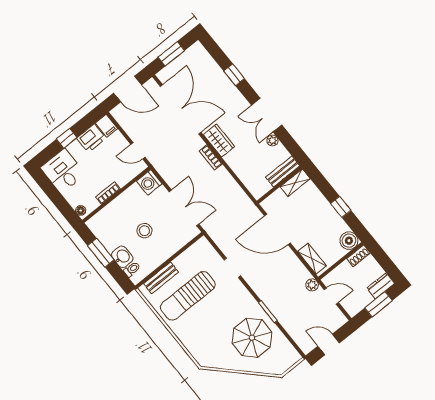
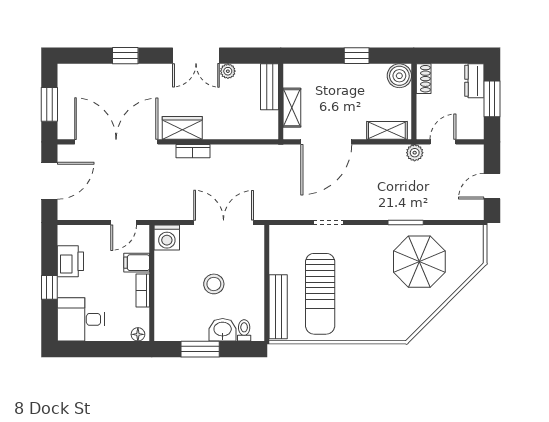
filing cabinet: (106, 126) -> (137, 263), moved, turned 180
shelving: (295, 183) -> (292, 108), moved
bench: (161, 278) -> (278, 307), width x1.36

